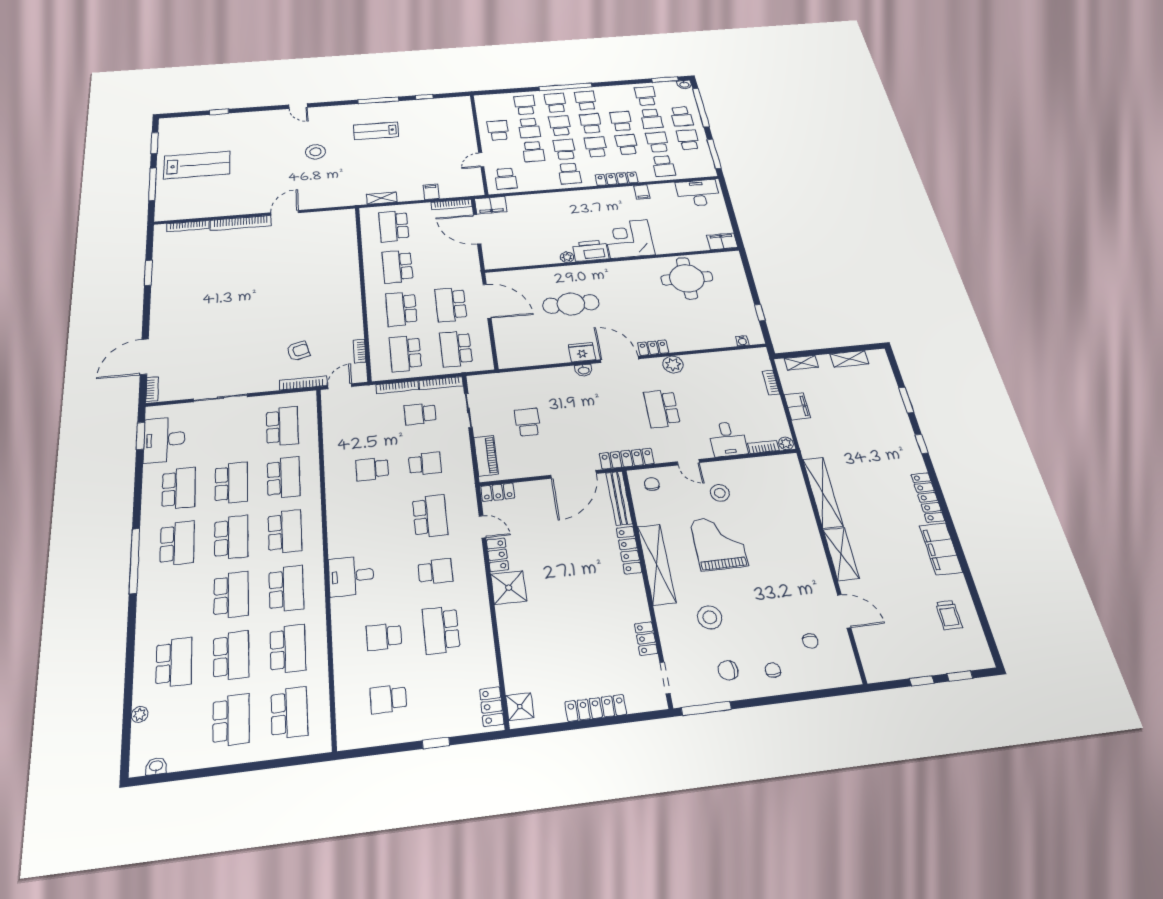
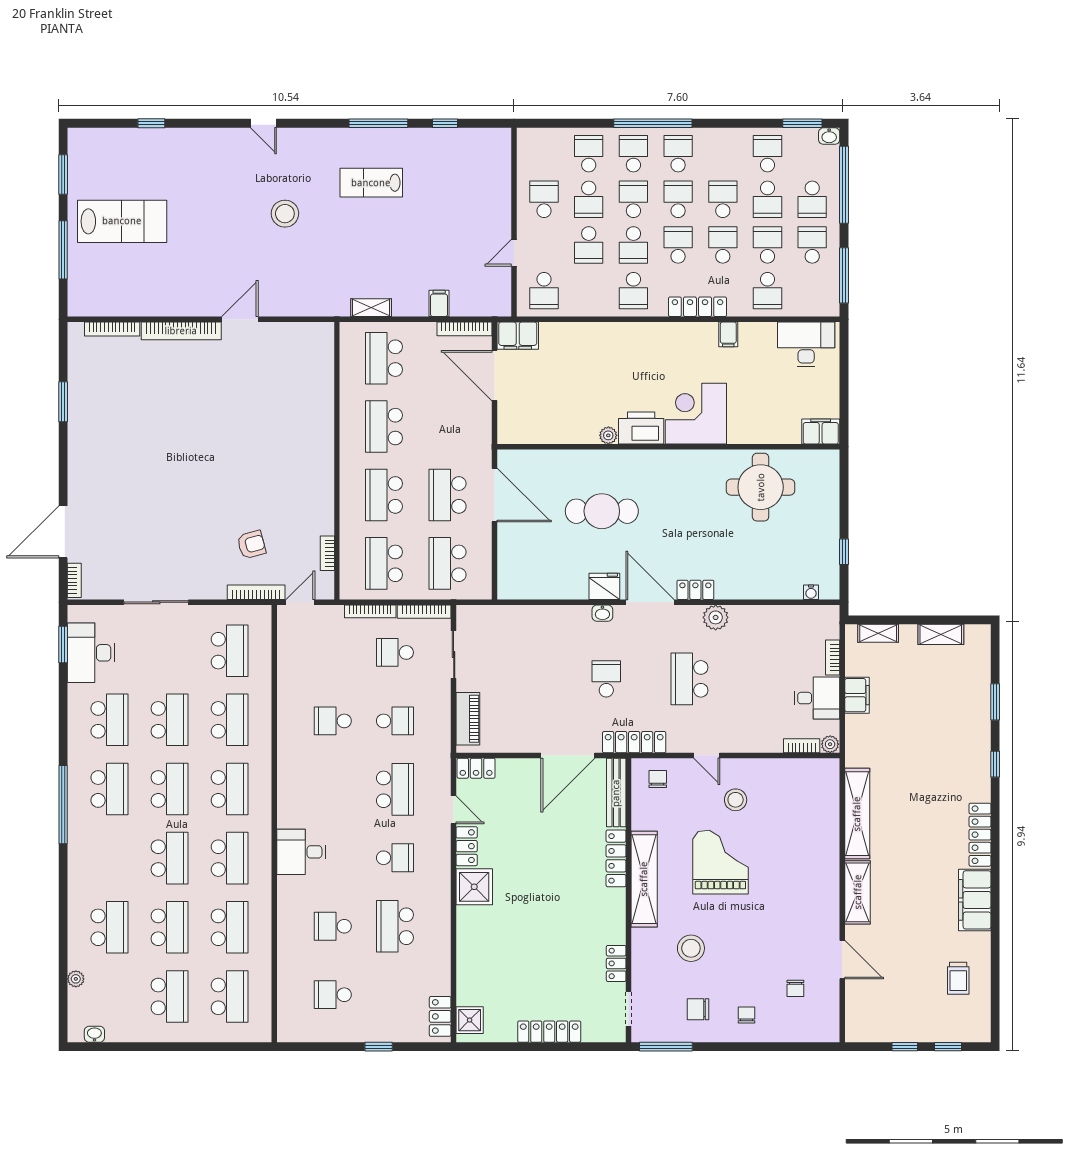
school desk: (565, 149) -> (633, 245), turned 180
school desk: (528, 422) -> (606, 679), moved
desk: (728, 439) -> (817, 698), moved, turned -90

